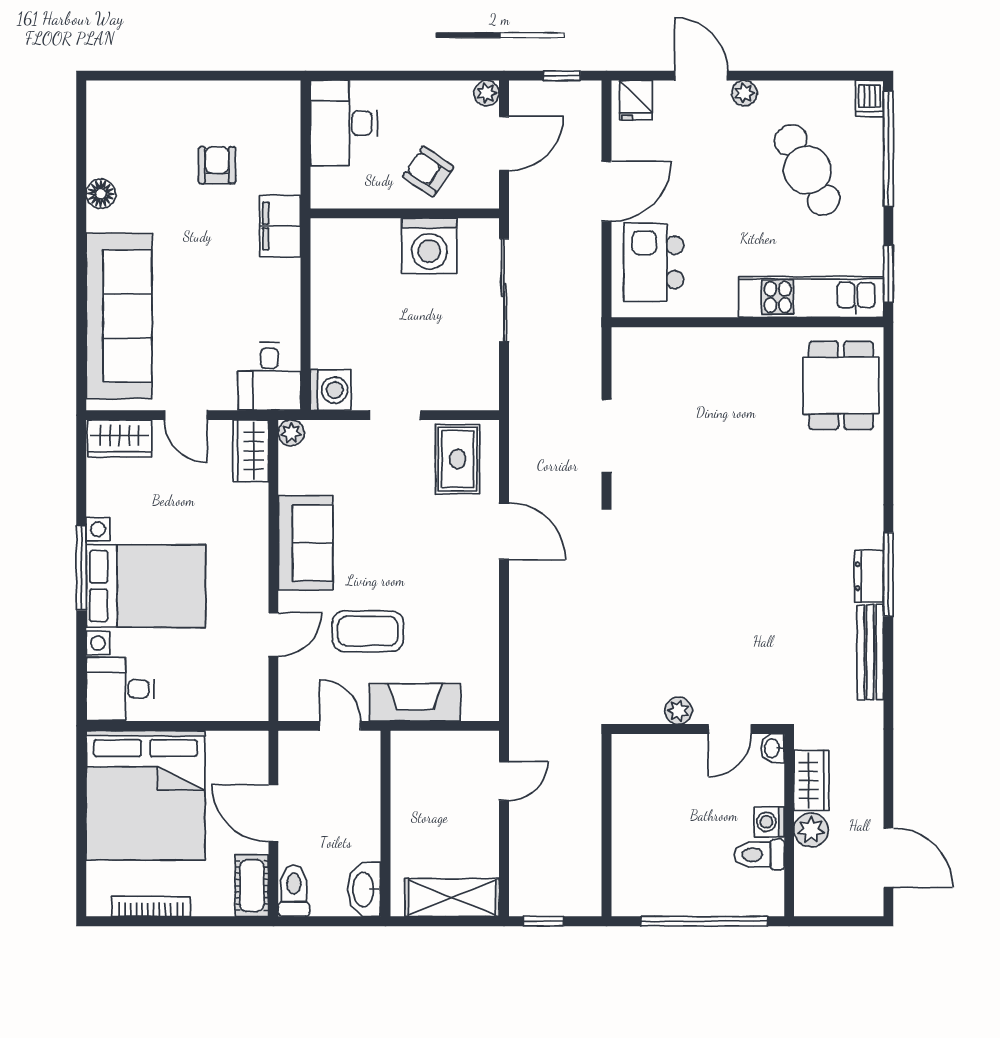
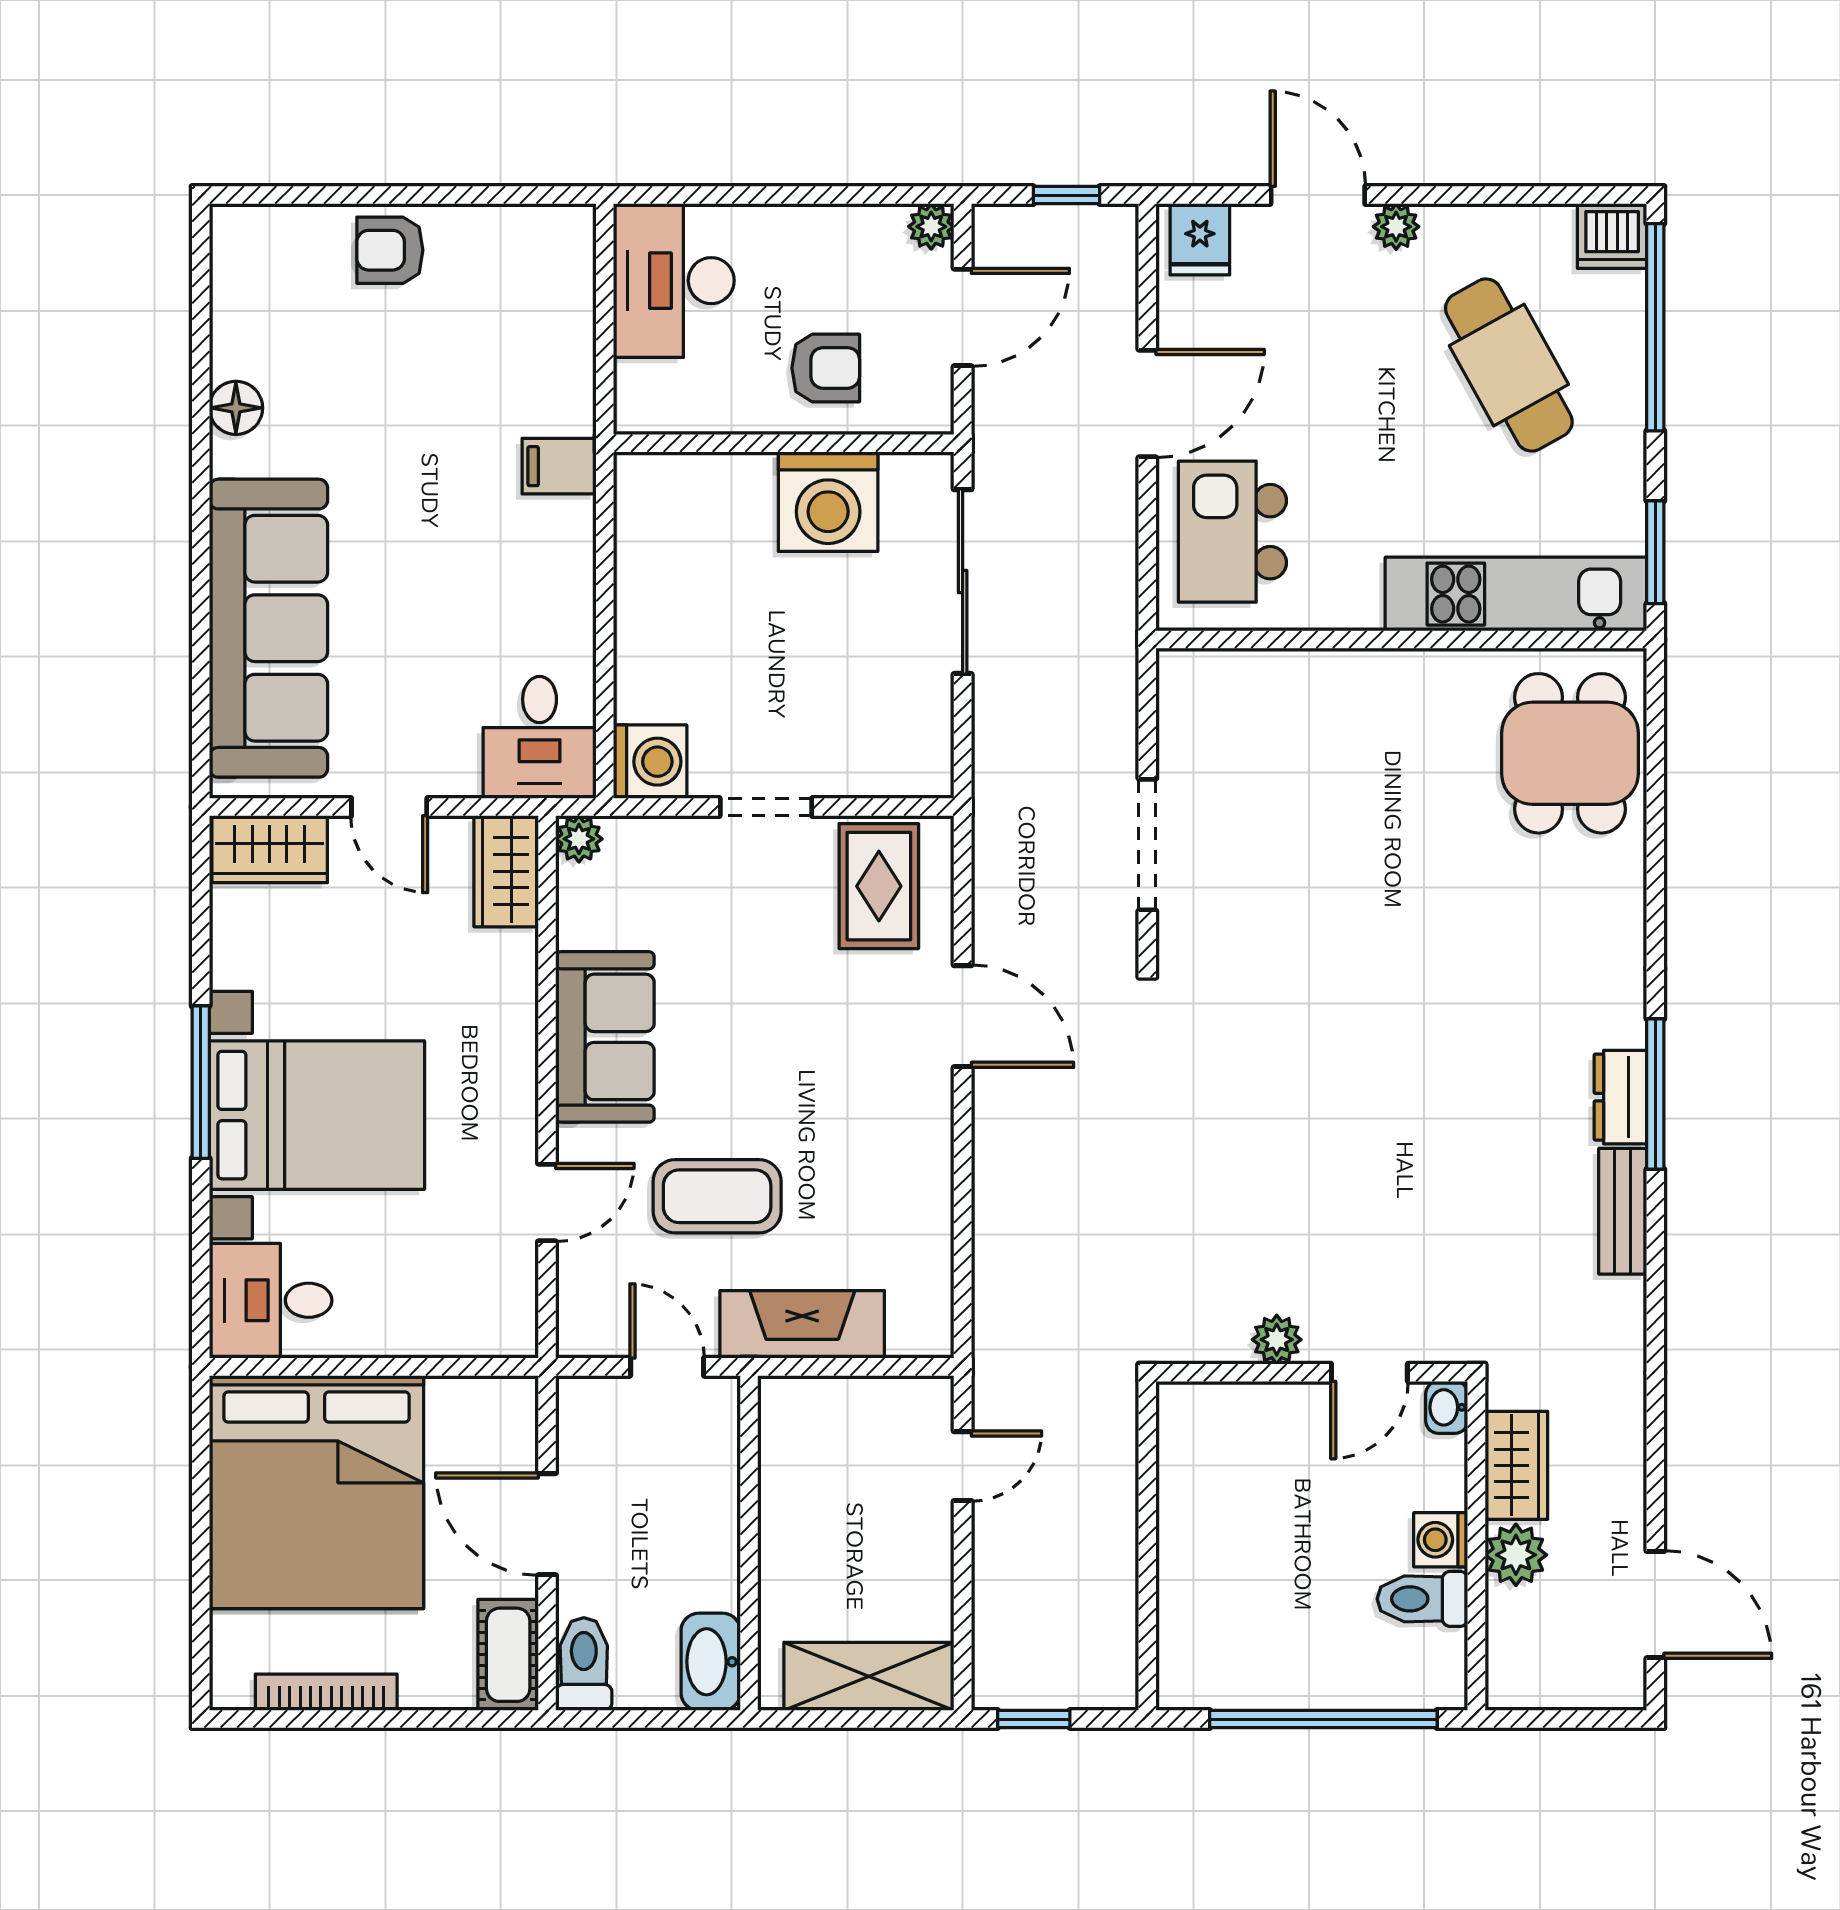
dishwasher: (870, 98) -> (1612, 236), width x1.38
armchair: (217, 165) -> (390, 250), moved, turned -90
armchair: (428, 172) -> (826, 368), turned 146
filing cabinet: (280, 226) -> (559, 466), width x0.50
bench: (870, 652) -> (1623, 1211), width x0.73

